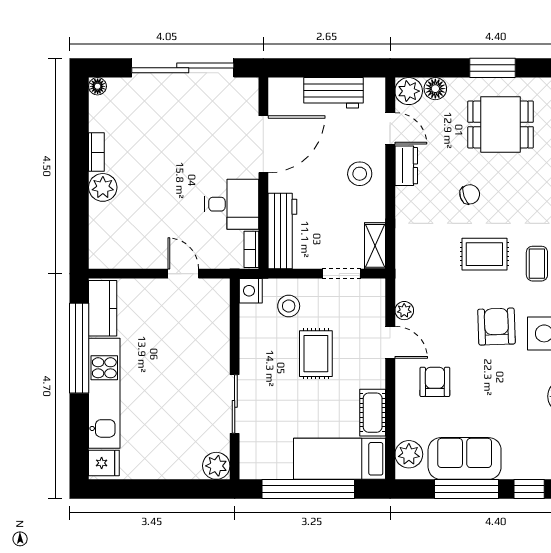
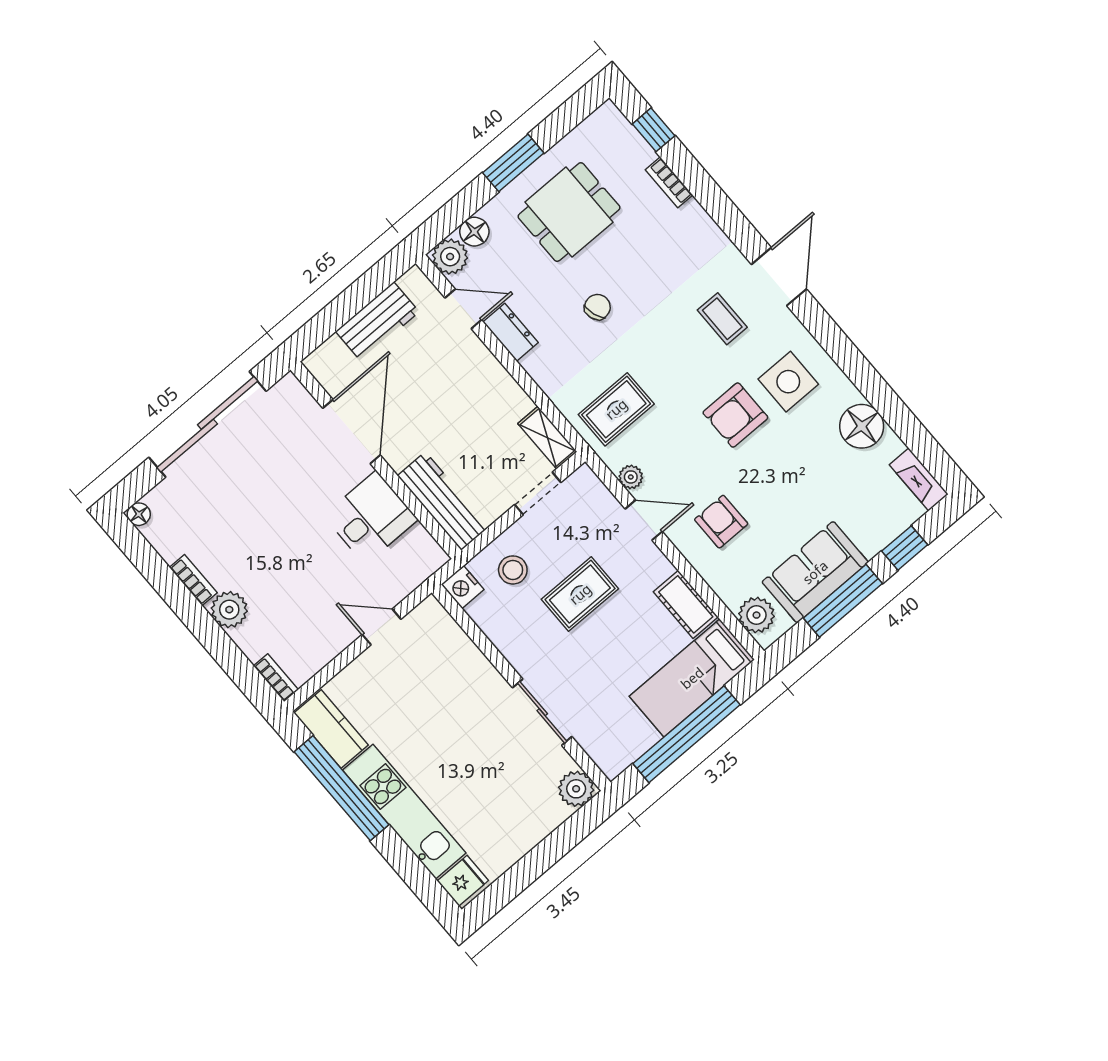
stool: (360, 174) -> (471, 379), removed
bookcase: (251, 249) -> (276, 678), moved, turned 180
rug: (484, 254) -> (616, 409), moved
armchair: (496, 327) -> (735, 415), turned -88
rug: (316, 354) -> (580, 594), turned 90

